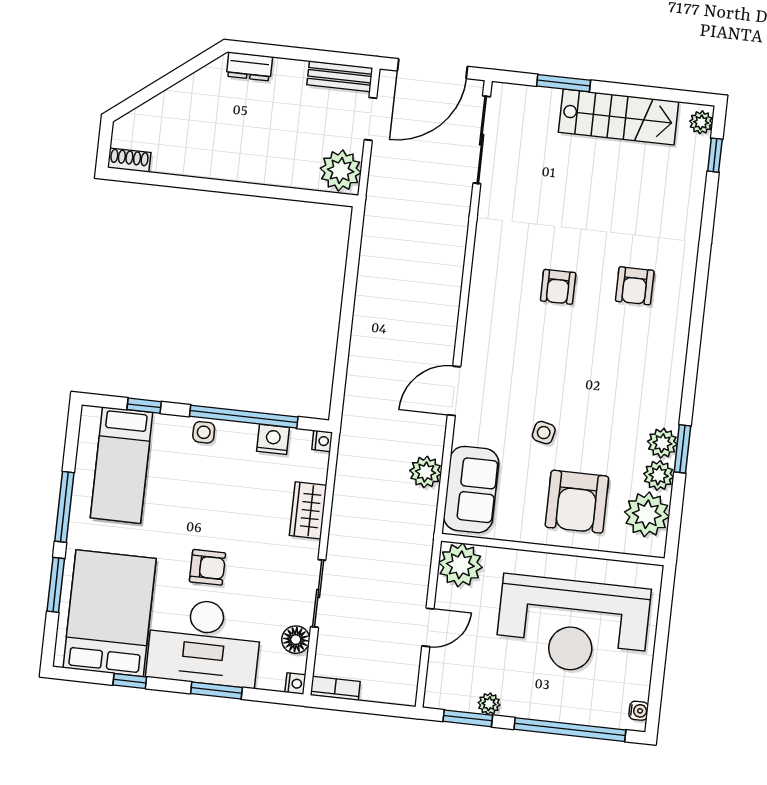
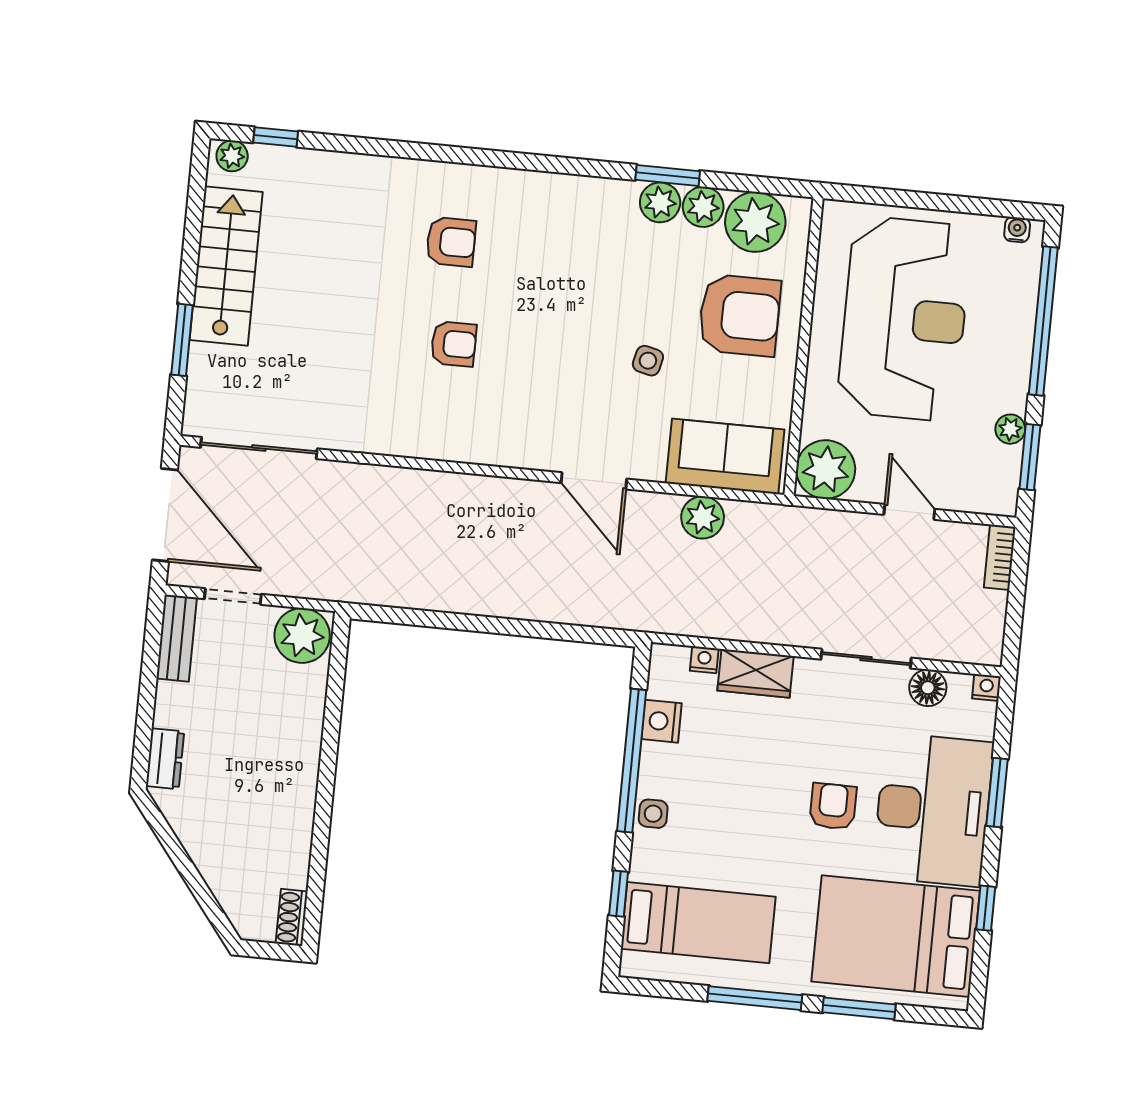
nightstand: (322, 441) -> (704, 660), moved
bookcase: (335, 688) -> (1000, 557), moved

